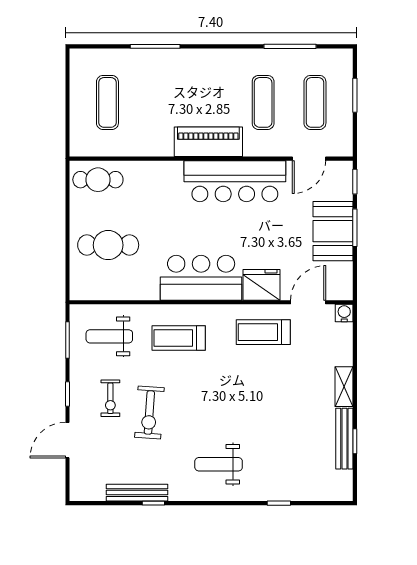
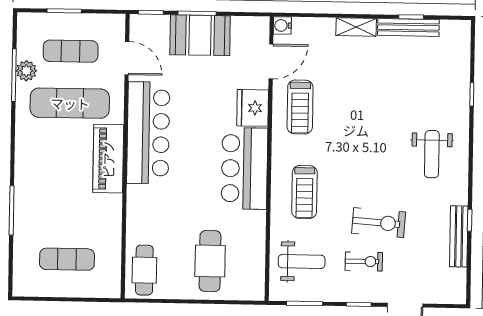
plant: (295, 59) -> (26, 71), added
exercise mat: (263, 102) -> (70, 103), width x1.36, depth x1.45
door: (308, 302) -> (271, 61), swing flipped
weight bench: (109, 336) -> (302, 261), turned -90

